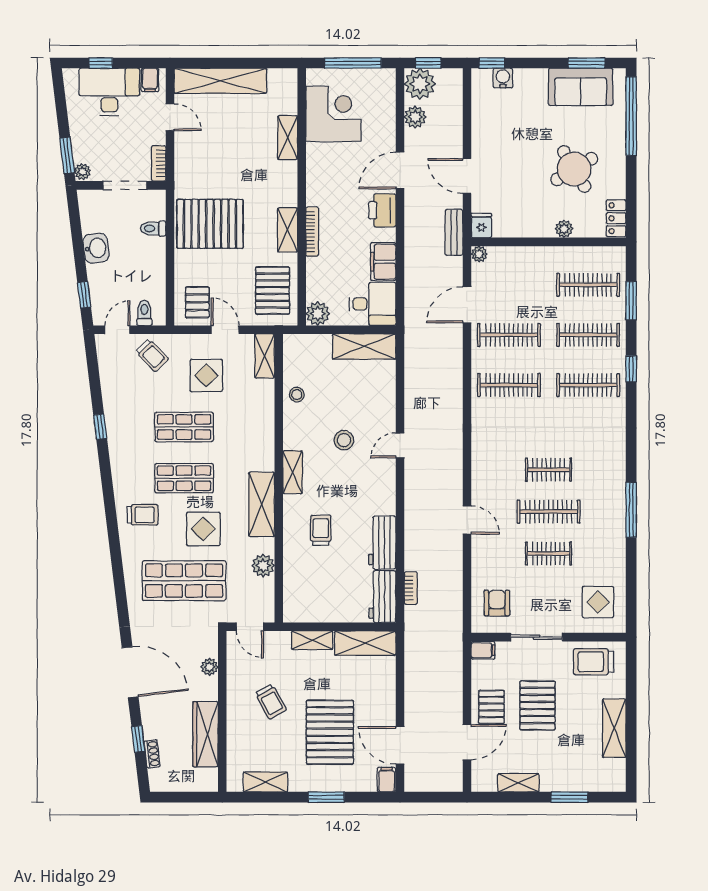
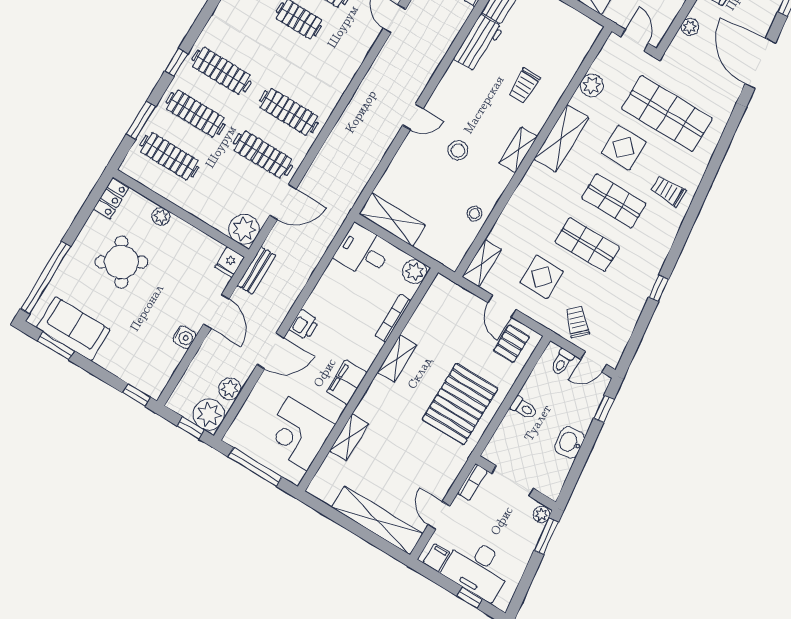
water cooler: (503, 78) -> (184, 337), moved, turned -90
printer: (382, 210) -> (304, 325), width x0.73, depth x0.81
pallet: (210, 224) -> (460, 404), turned 90
toilet: (153, 229) -> (524, 408), moved
bookcase: (312, 232) -> (393, 318), moved
plant: (479, 254) -> (244, 229), width x1.88, depth x1.88
filing cabinet: (383, 262) -> (347, 382), moved, turned 180
pallet: (273, 291) -> (441, 315), removed

